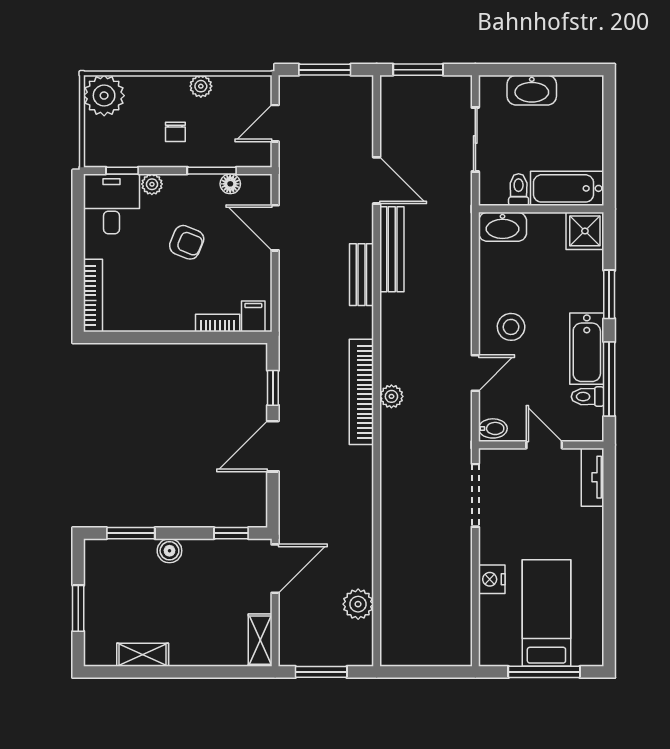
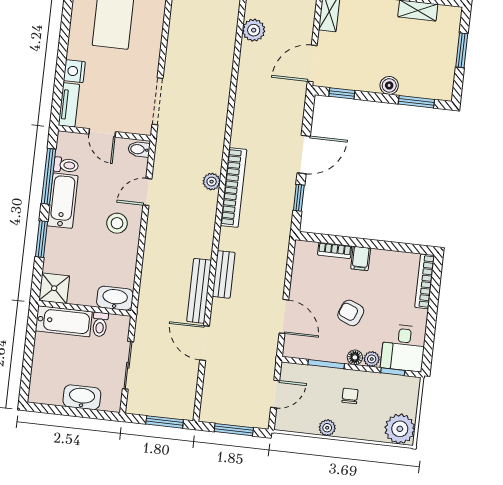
floor lamp: (230, 184) -> (355, 357), moved
filing cabinet: (253, 316) -> (361, 258), moved
nightstand: (492, 579) -> (74, 71), moved, turned 180

